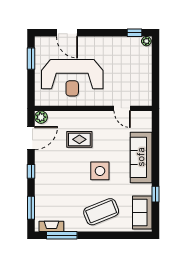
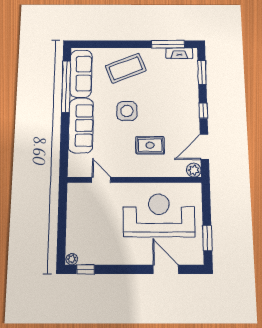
window: (156, 194) -> (66, 86), width x3.17
sofa: (142, 213) -> (81, 74), width x1.36

